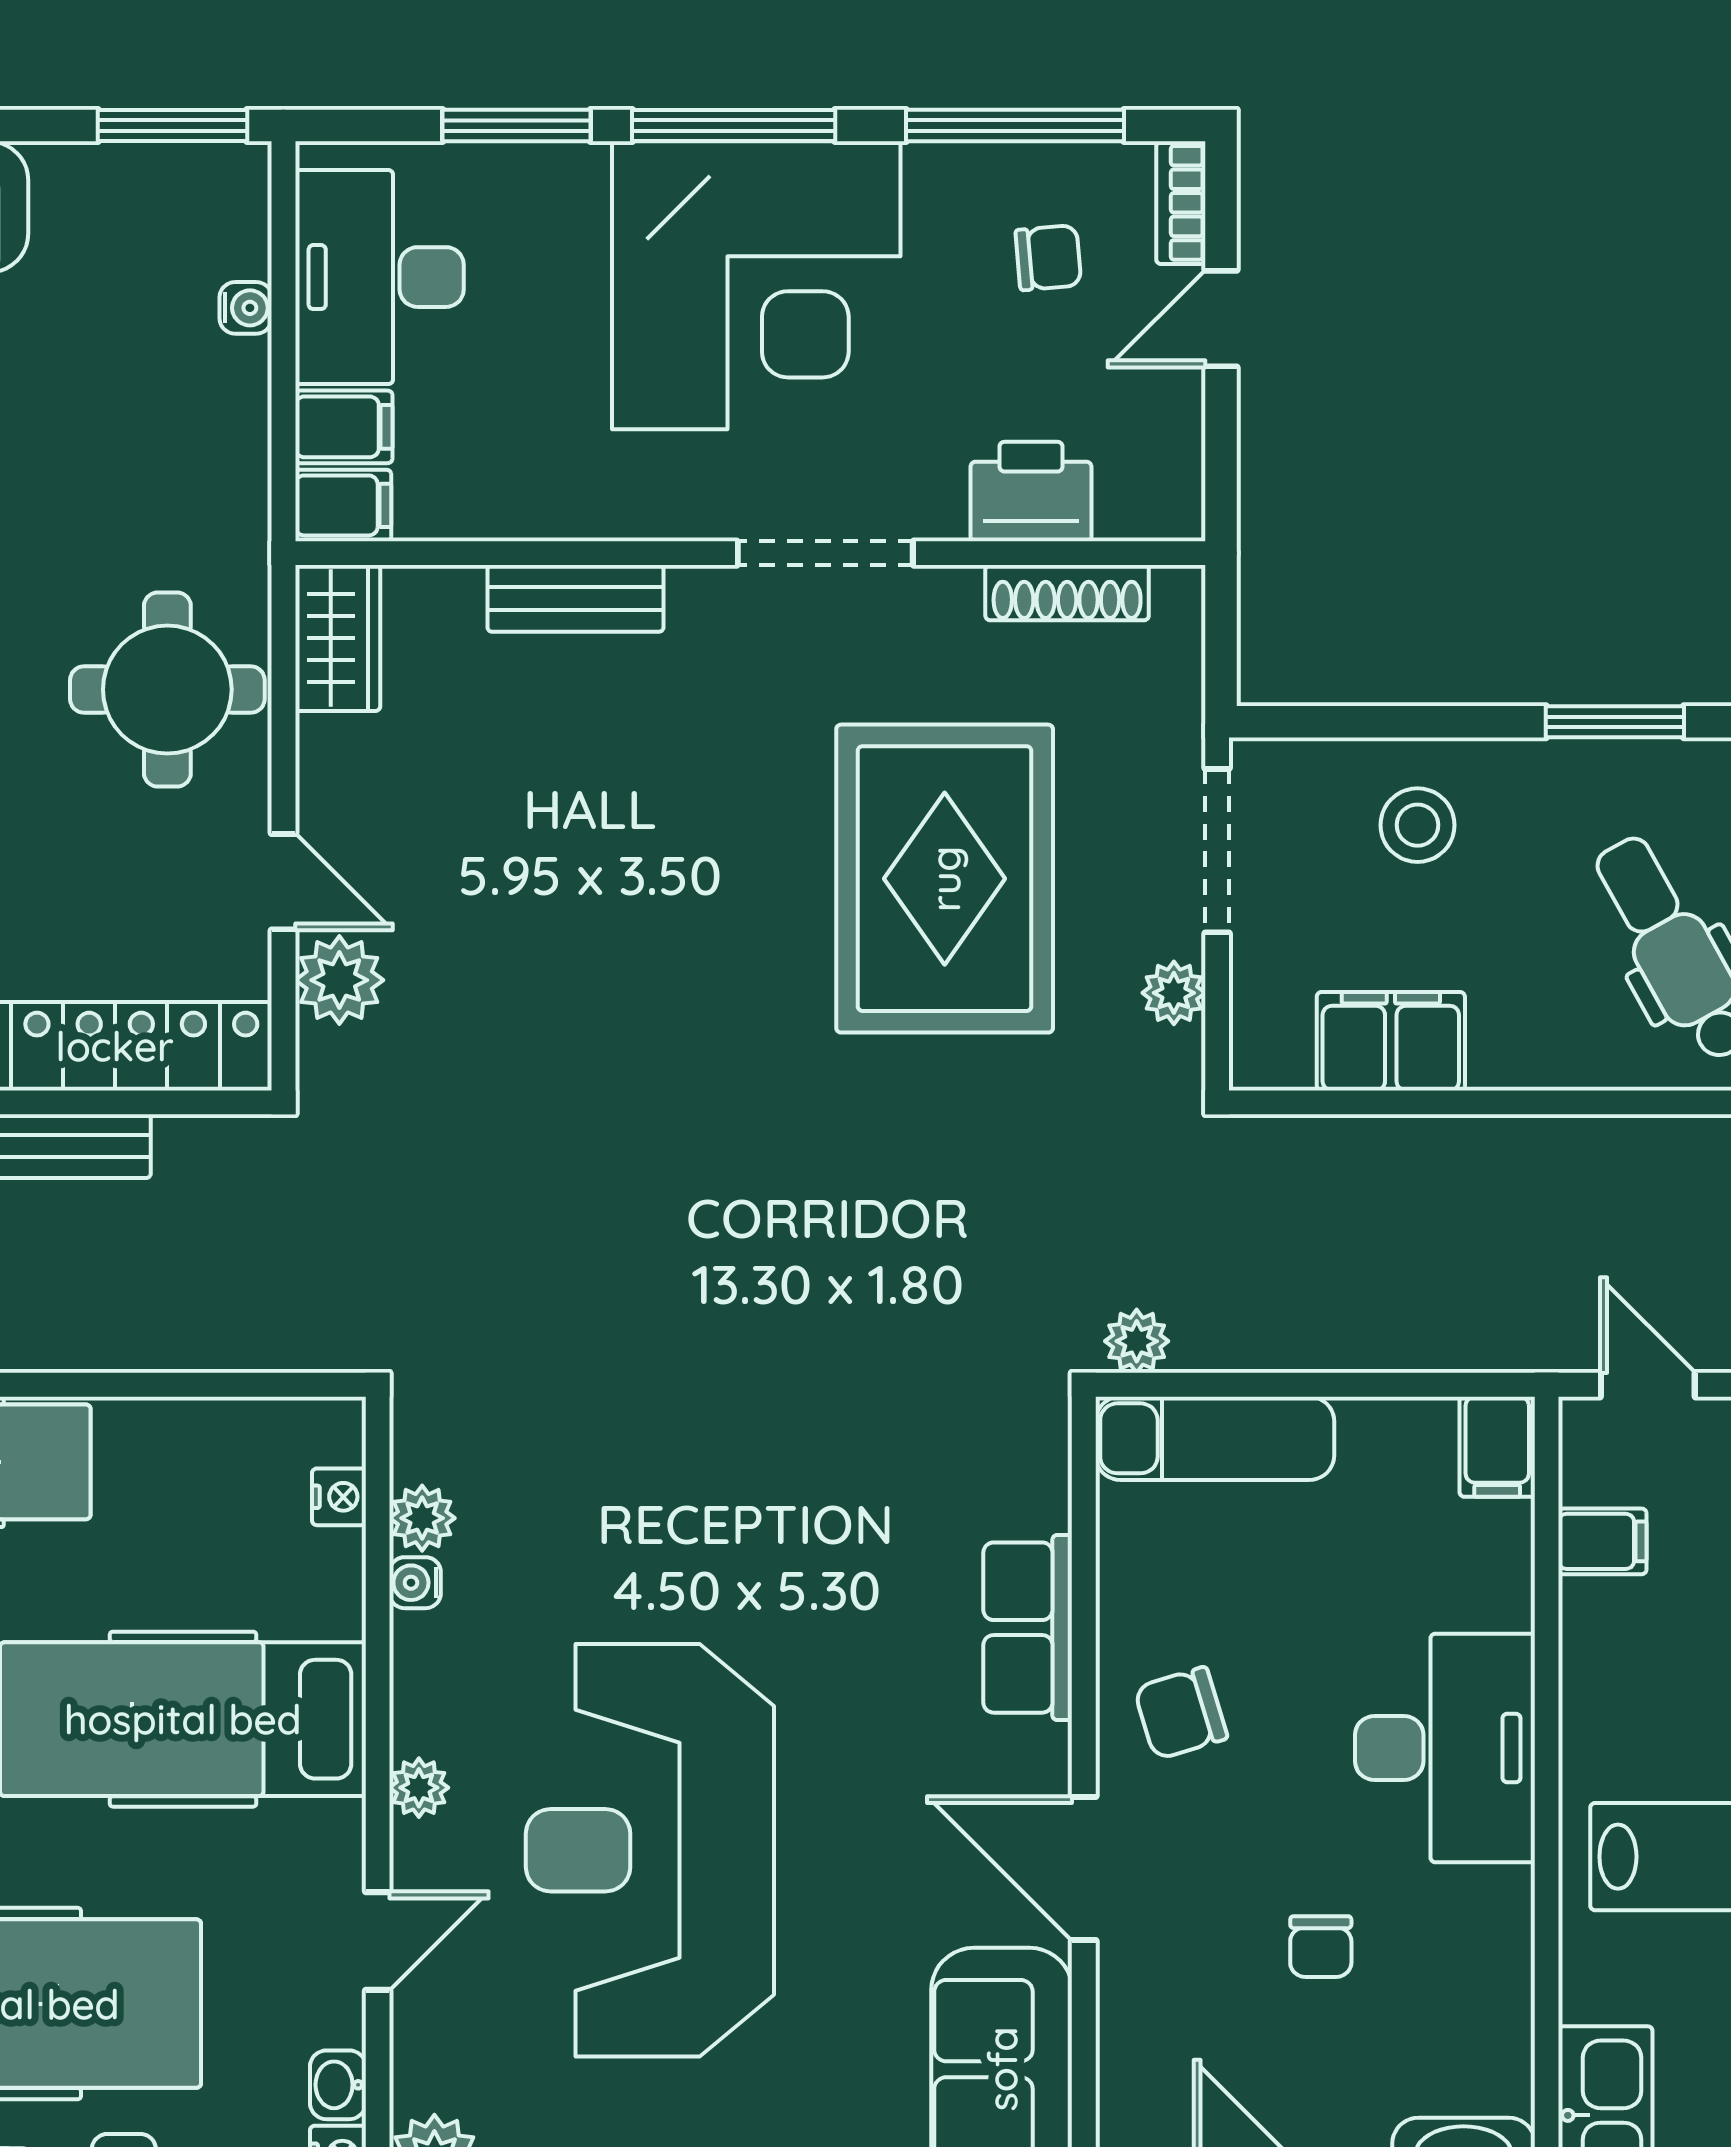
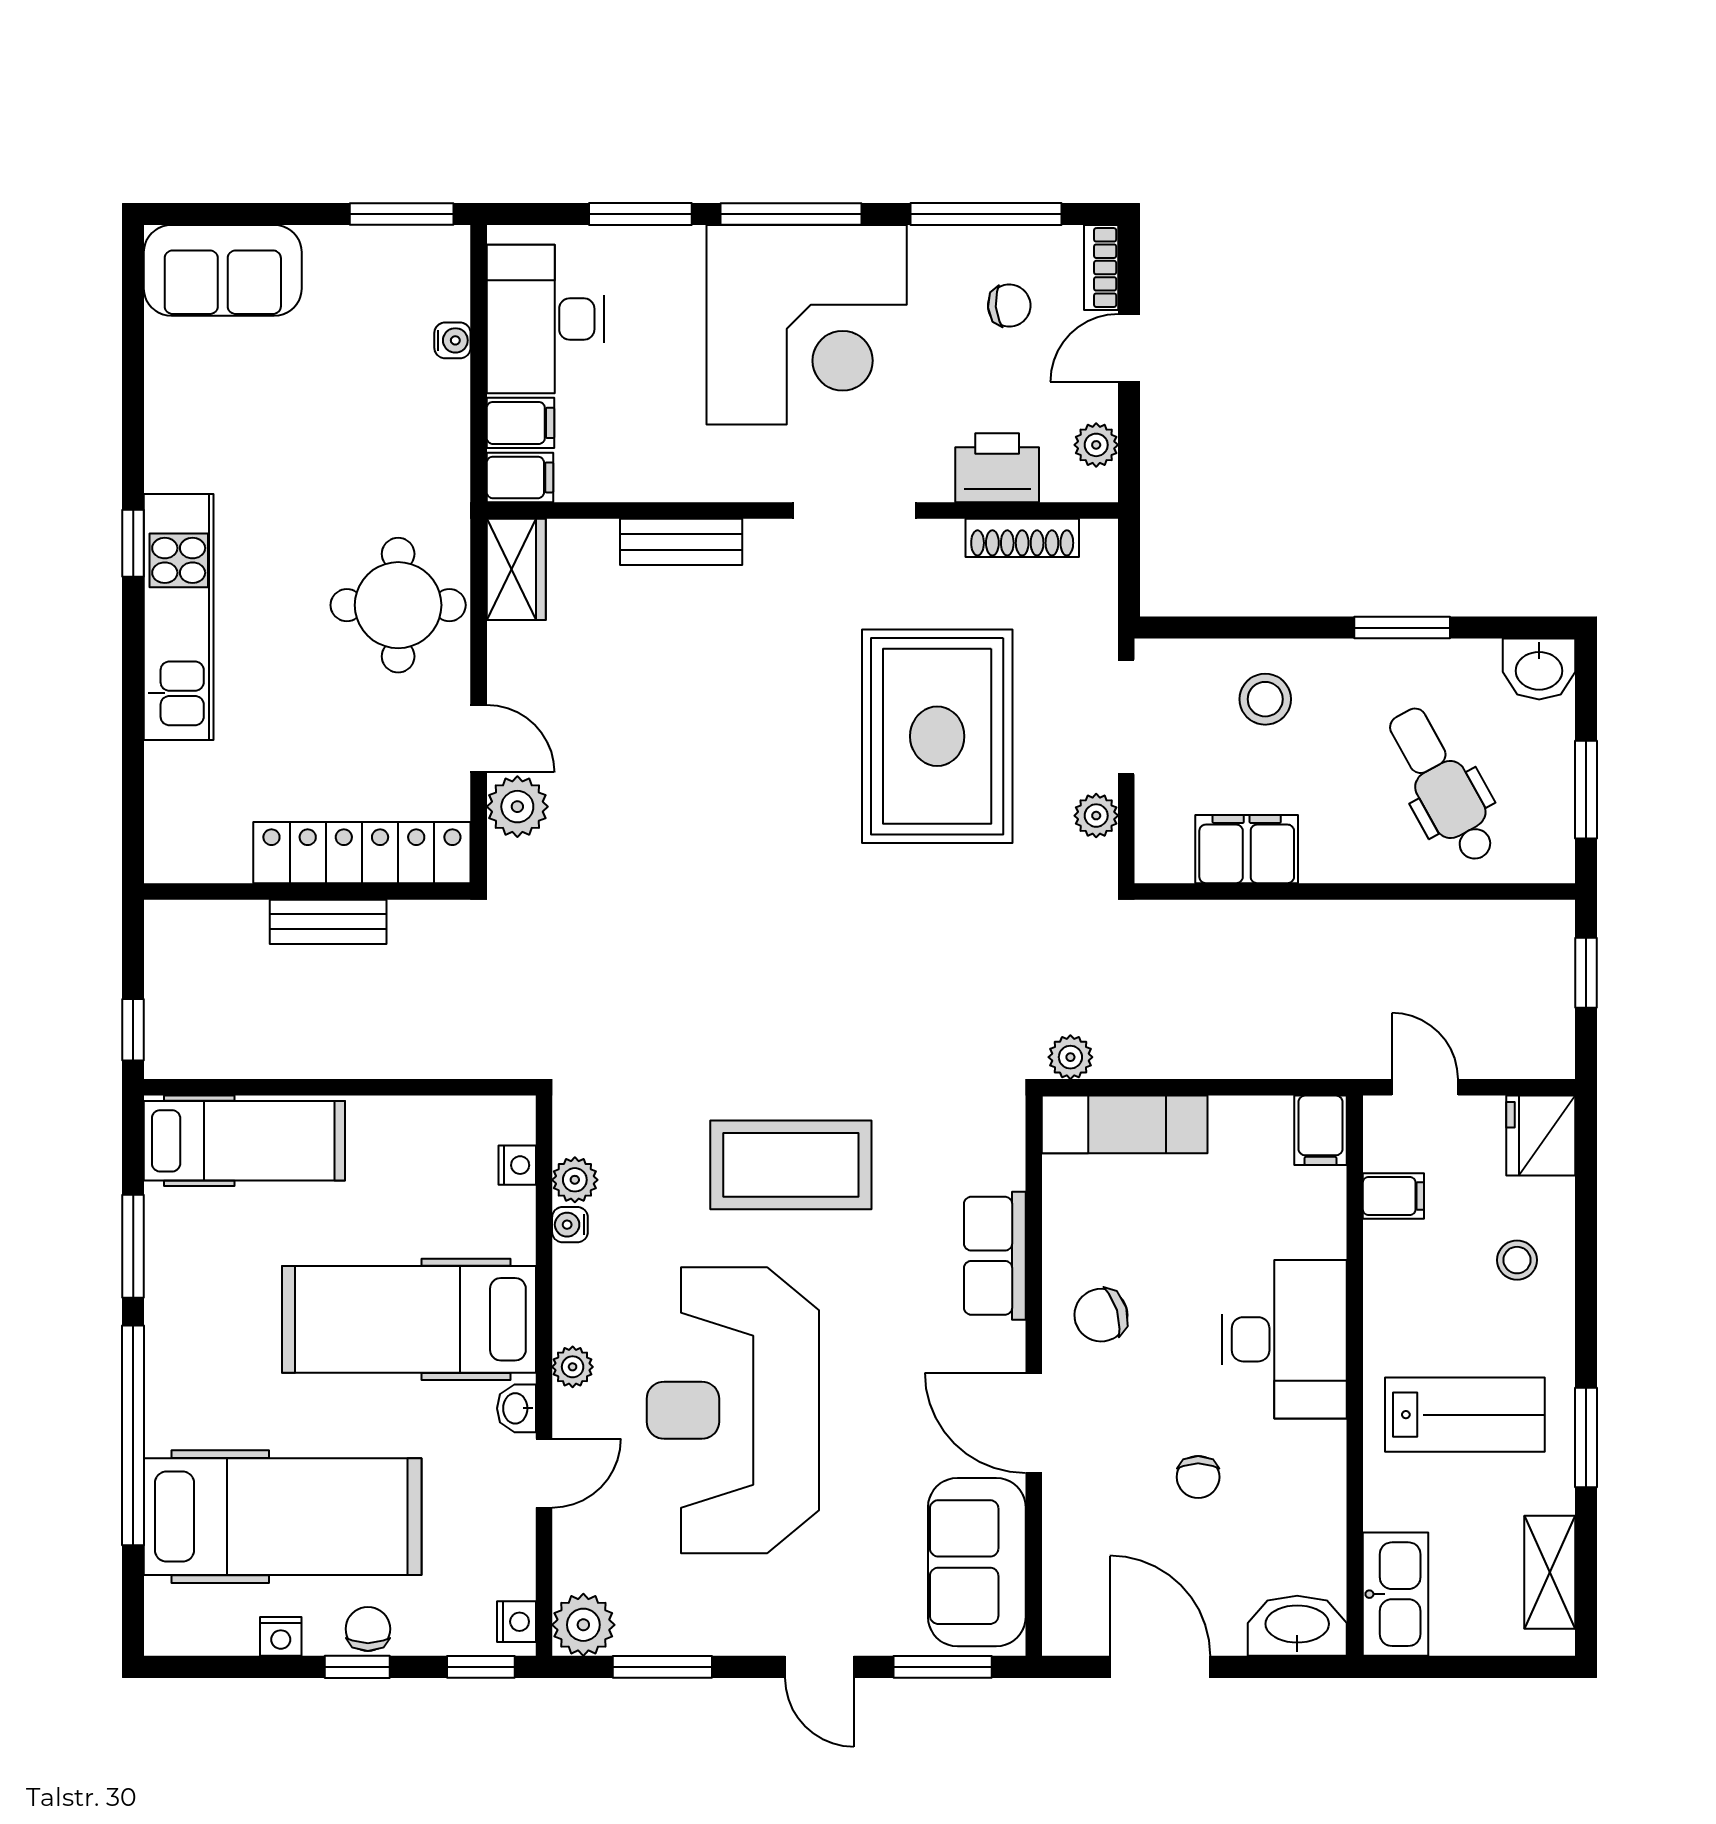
plant: (1174, 459) -> (1096, 445), added
coffee table: (734, 1497) -> (791, 1165), added
washbasin: (338, 2085) -> (516, 1408), moved

